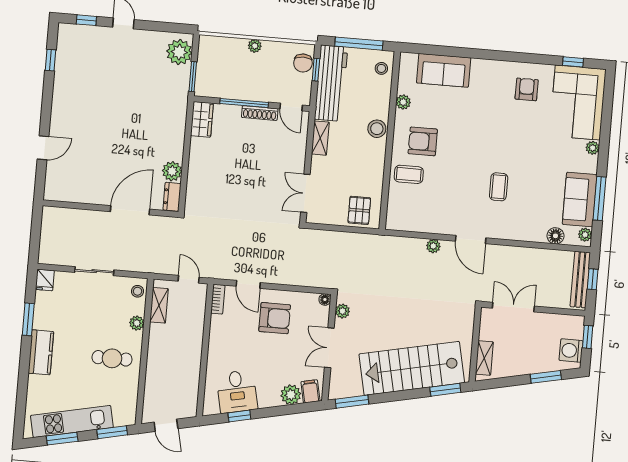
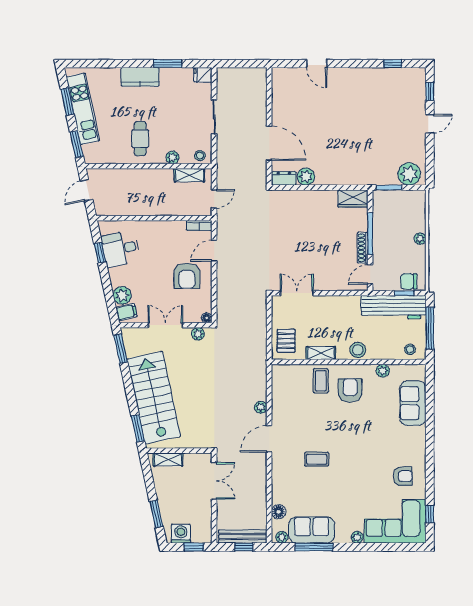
shelving: (320, 138) -> (321, 353), moved
pallet: (359, 210) -> (286, 341), turned 90

